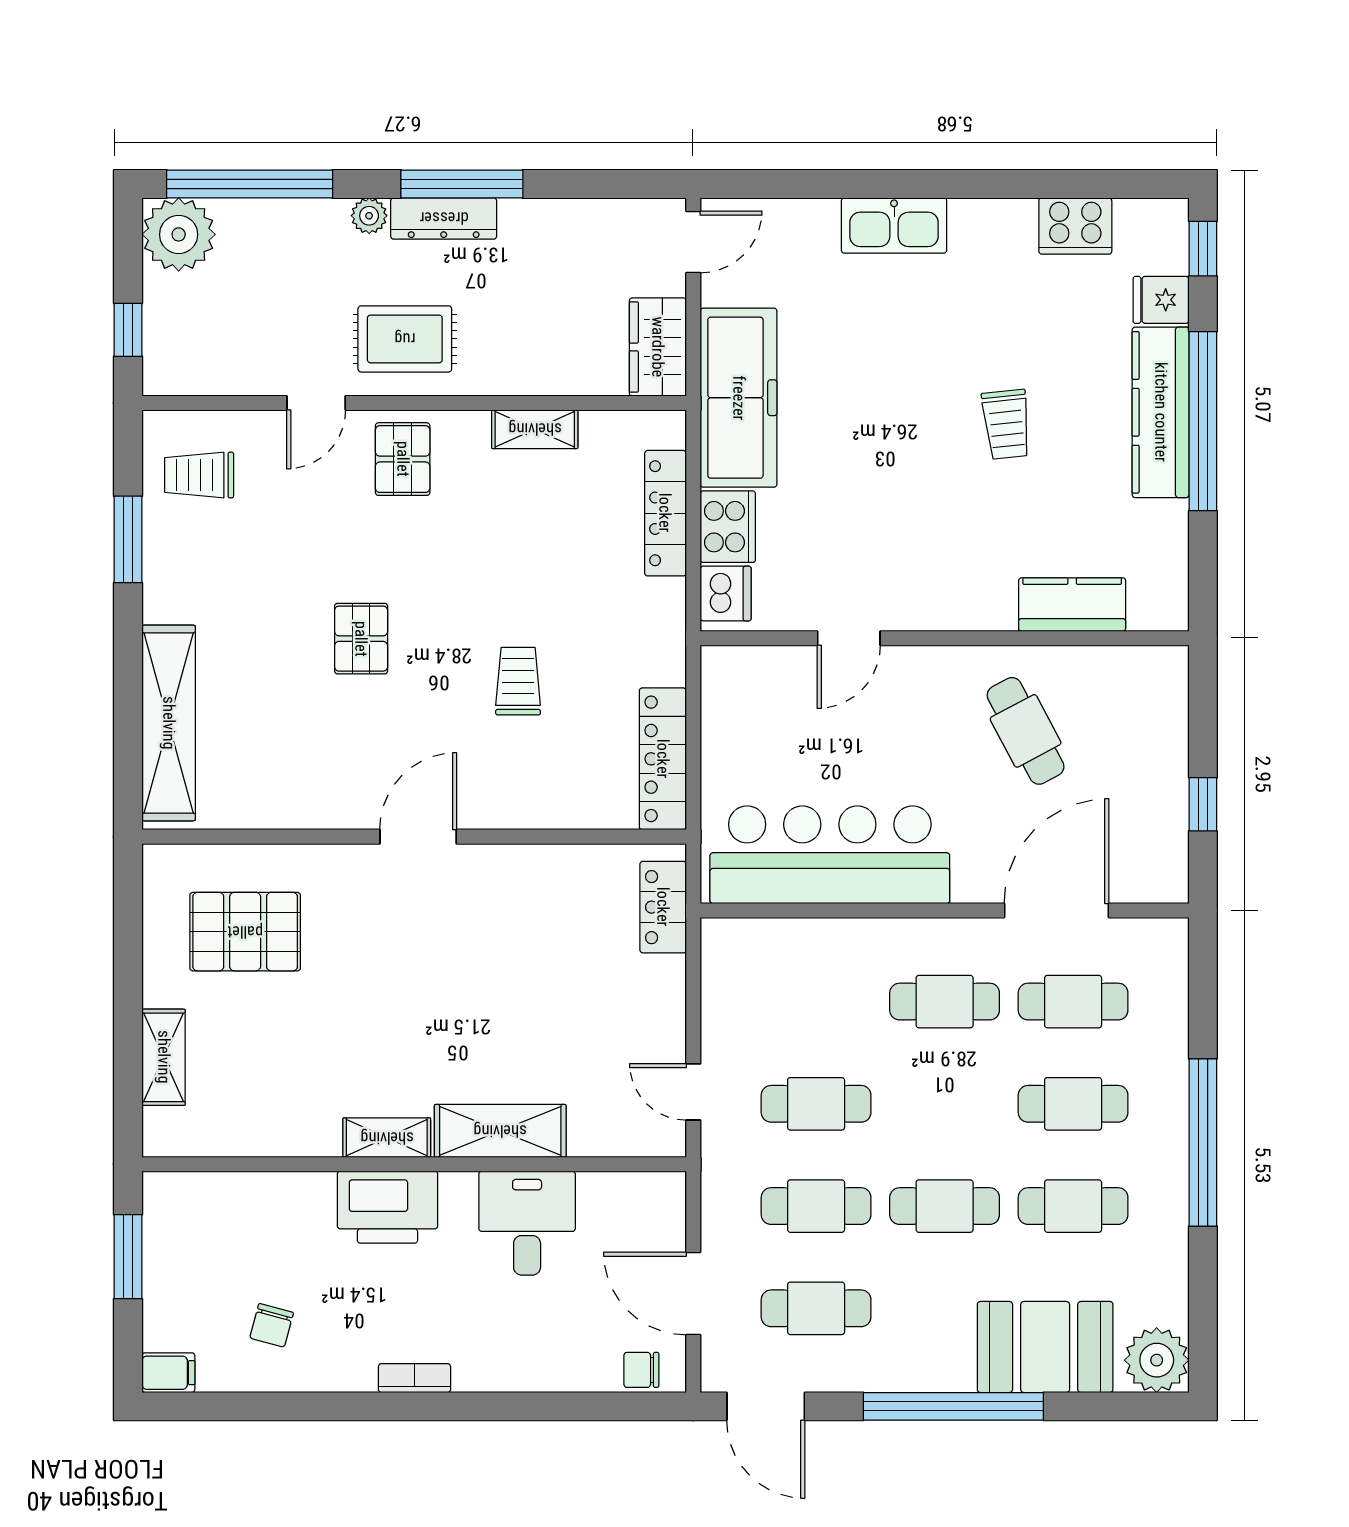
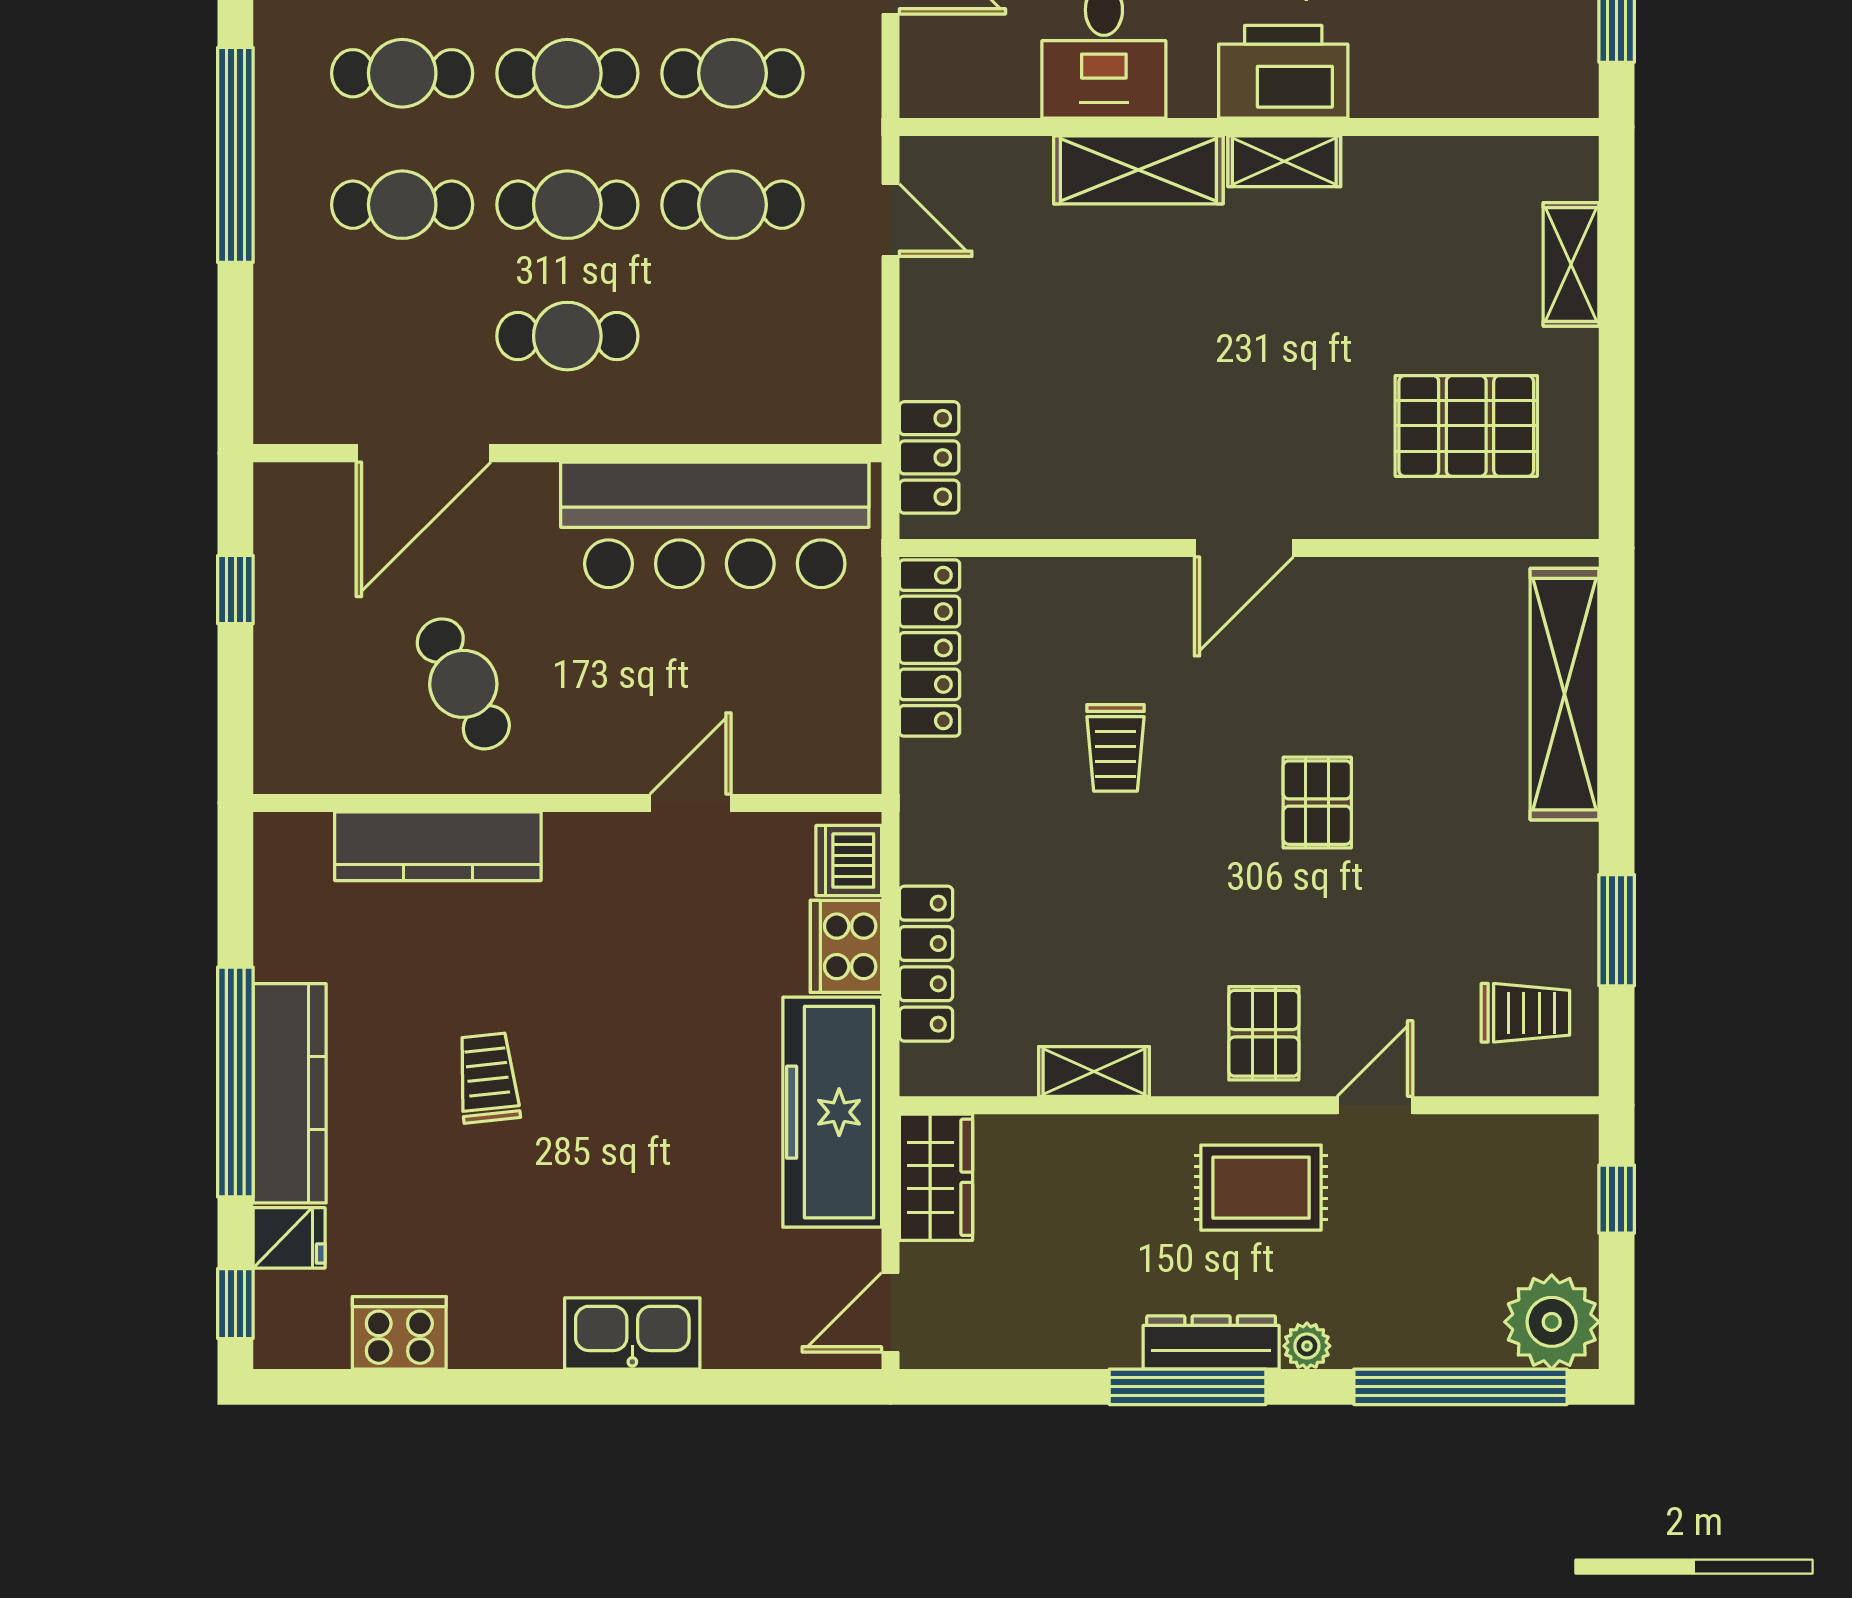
kitchen counter: (1072, 605) -> (438, 846), width x1.50
cafe table: (1073, 1002) -> (567, 205), moved

